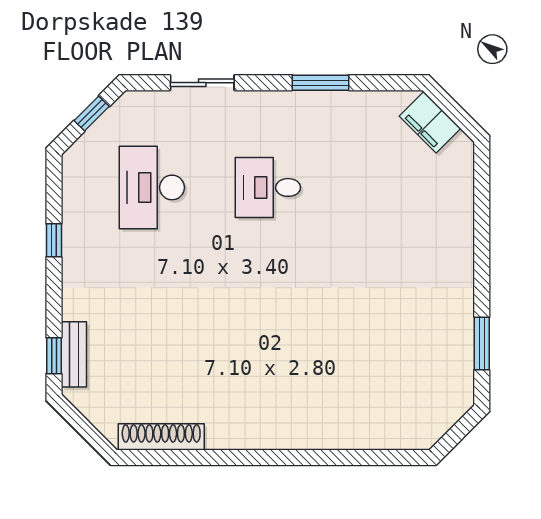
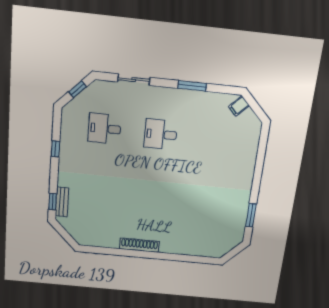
filing cabinet: (430, 122) -> (239, 106), width x0.50
desk: (152, 187) -> (105, 129), width x0.73
shoe rack: (161, 437) -> (139, 245), moved

